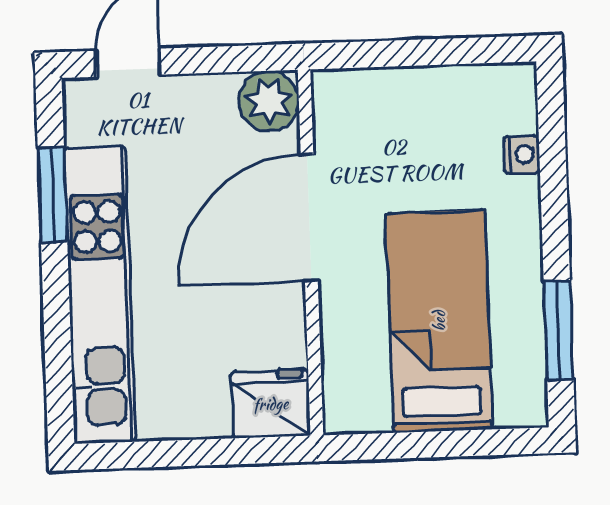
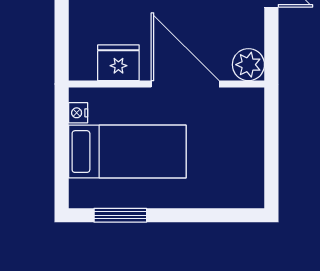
nightstand: (522, 155) -> (78, 113), moved, turned 90
fridge: (271, 404) -> (118, 63), moved, turned -90

